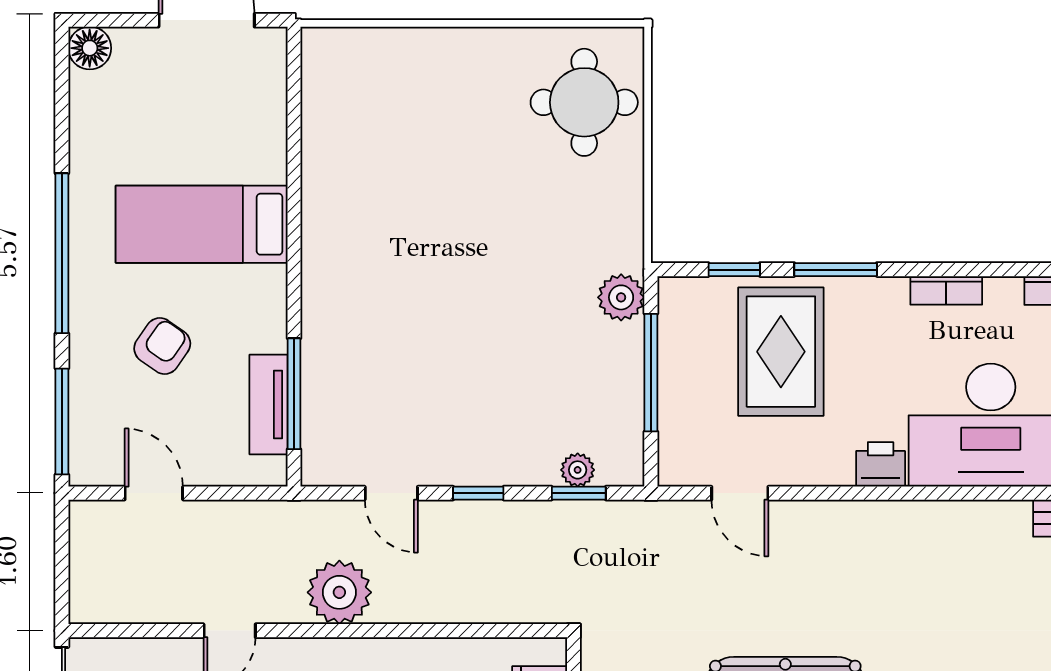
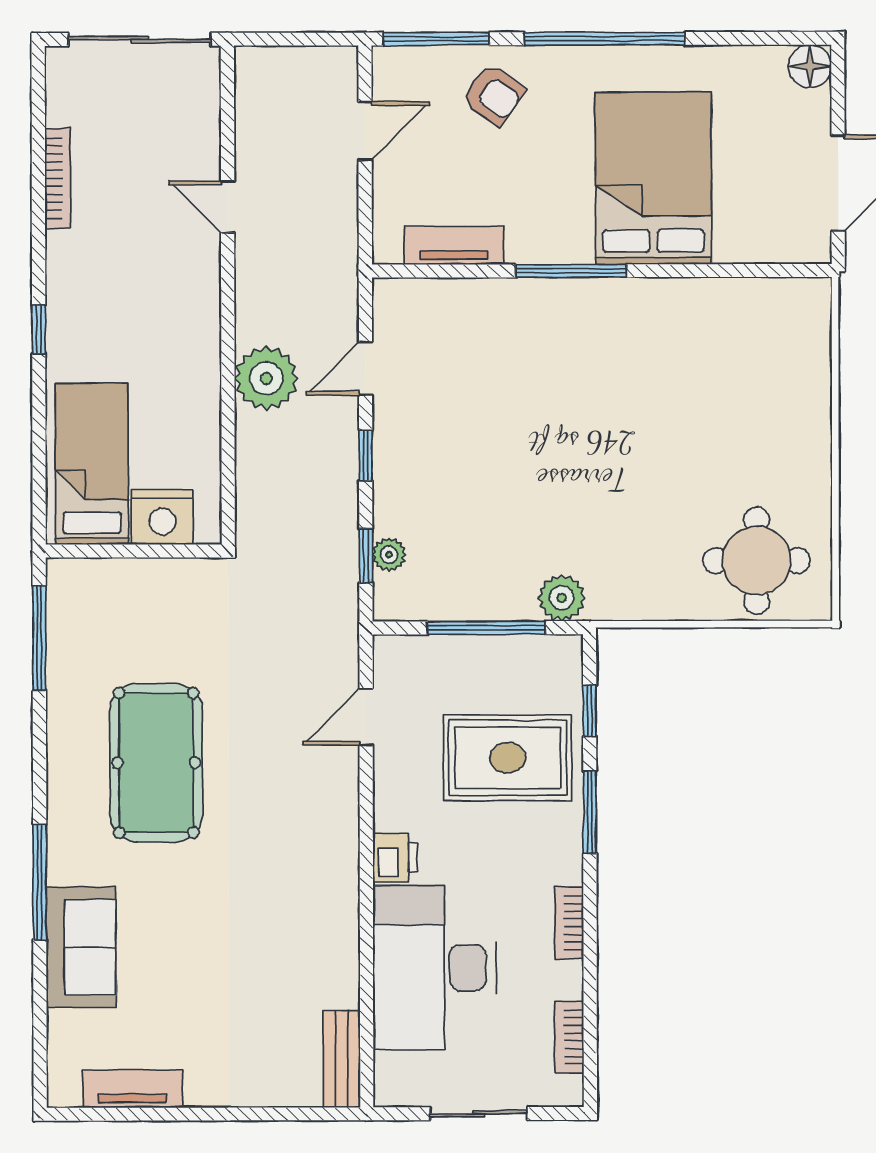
bed: (202, 224) -> (653, 178), width x1.50
armchair: (162, 346) -> (494, 95), moved
window: (294, 394) -> (571, 271), moved
plant: (339, 592) -> (266, 378), moved

